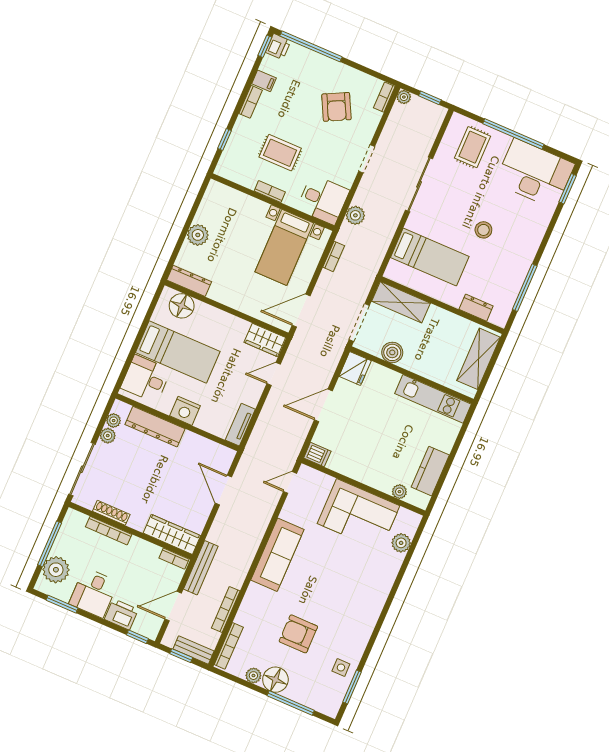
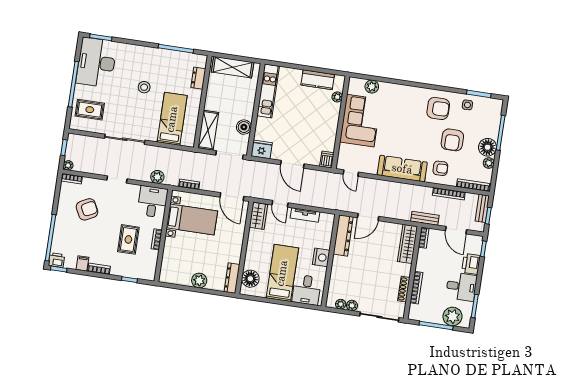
tv unit: (240, 425) -> (305, 215), moved
dresser: (155, 427) -> (343, 235), moved
bench: (201, 568) -> (425, 218), width x0.73
armchair: (264, 607) -> (440, 168), added
armchair: (347, 626) -> (438, 108), added

